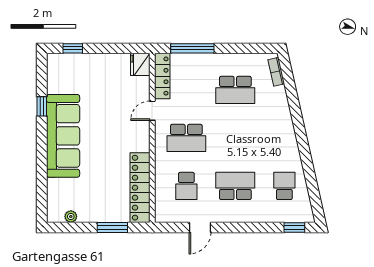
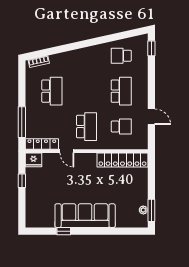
window: (73, 48) -> (22, 181), moved
school desk: (235, 186) -> (121, 91), turned 180
window: (112, 228) -> (151, 210), moved

